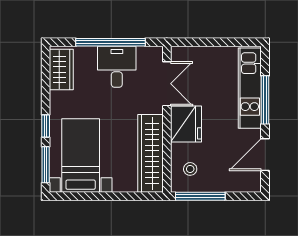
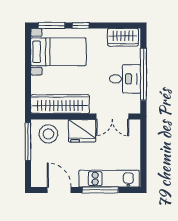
stool: (190, 169) -> (48, 134), width x1.89, depth x1.89

